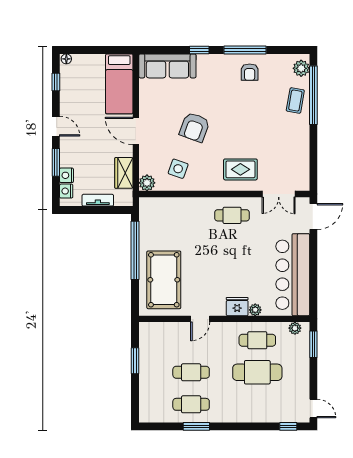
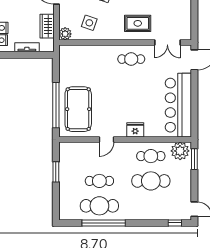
window: (135, 250) -> (56, 105), moved
plant: (255, 310) -> (149, 132), removed
plant: (295, 328) -> (180, 151), width x1.87, depth x1.87
cafe table: (191, 404) -> (99, 206), width x1.37, depth x1.35
window: (196, 426) -> (104, 223), width x2.11

